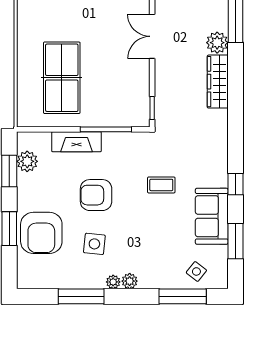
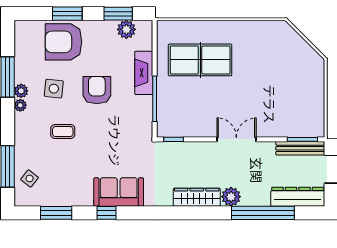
coffee table: (161, 185) -> (63, 132), moved, turned 90
sofa: (212, 216) -> (119, 192), moved
plant: (130, 281) -> (21, 91), moved

